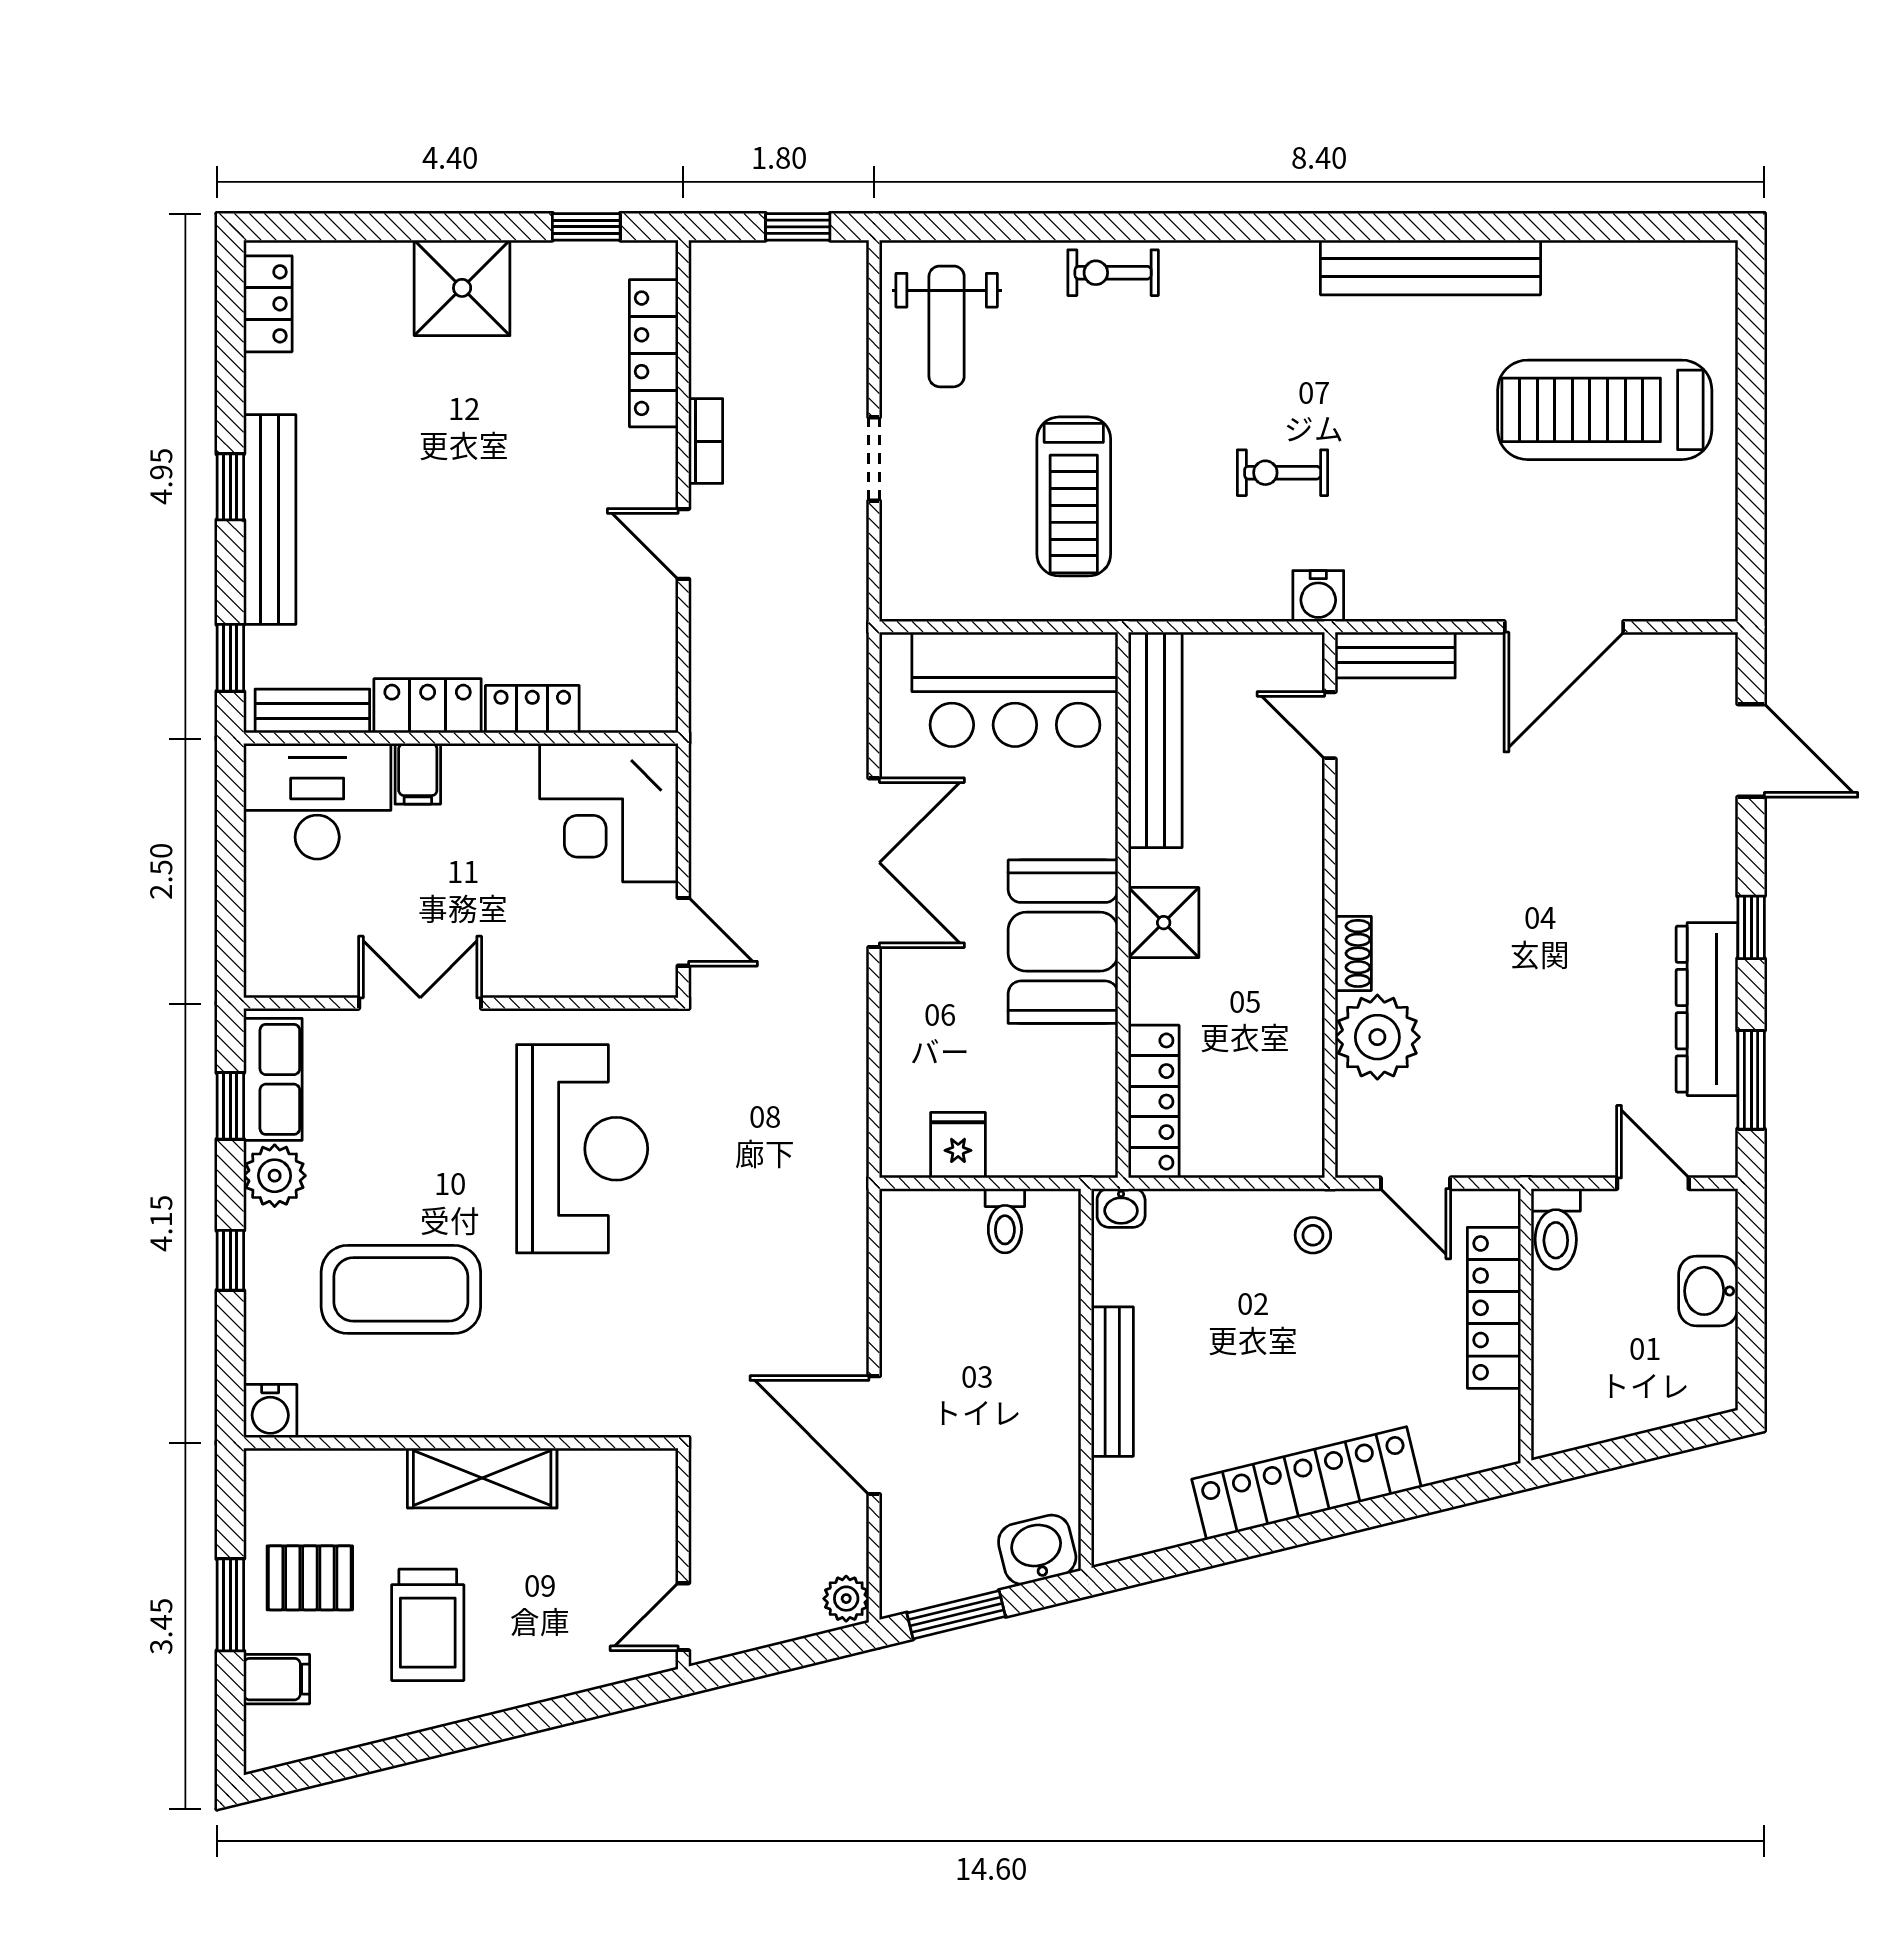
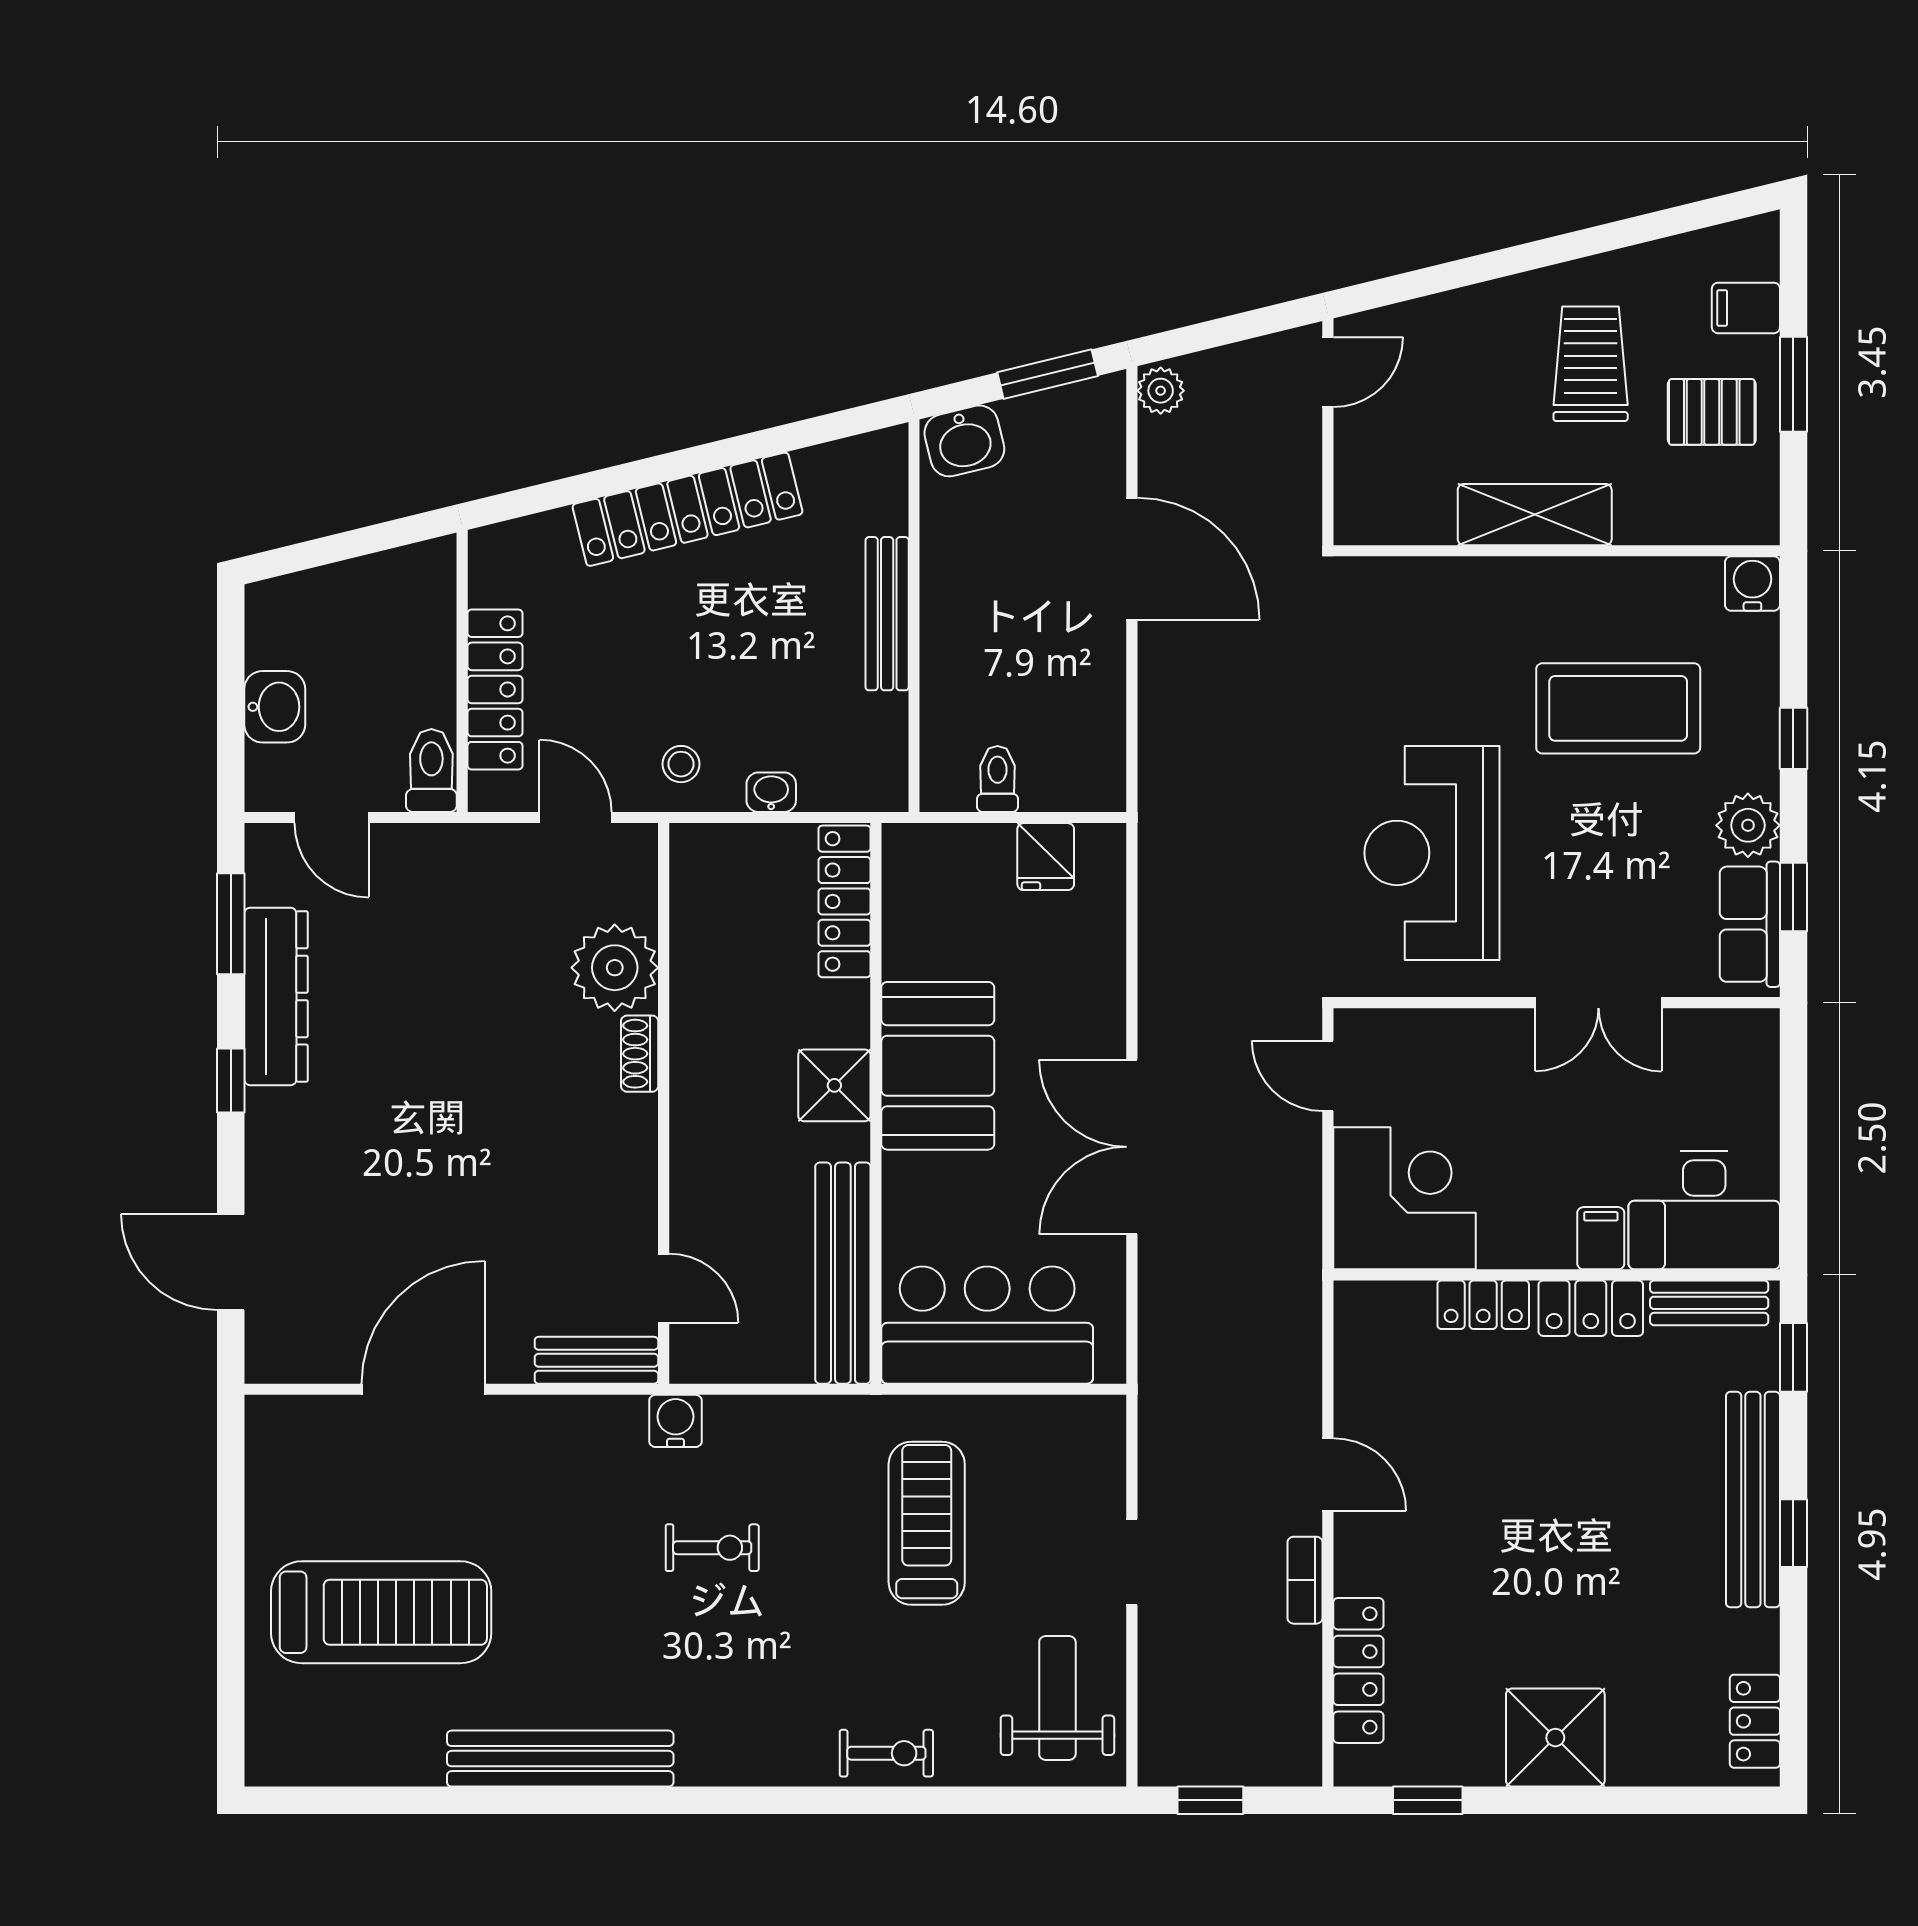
washbasin: (1121, 1208) -> (771, 792), moved

